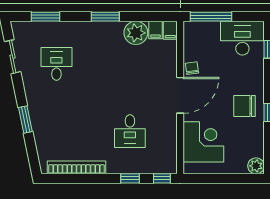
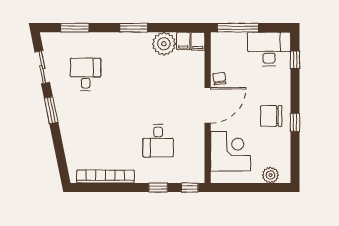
window: (25, 119) -> (51, 110), moved
plant: (256, 166) -> (270, 175), moved

